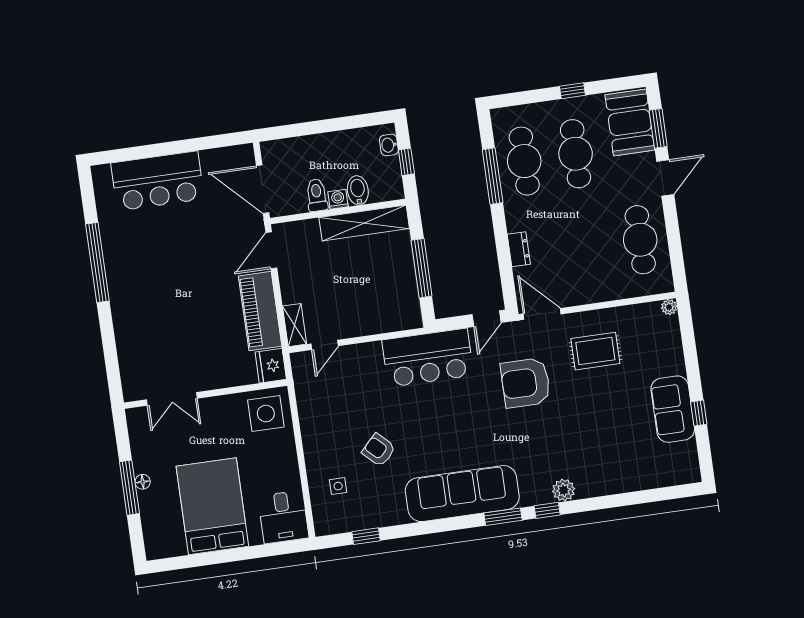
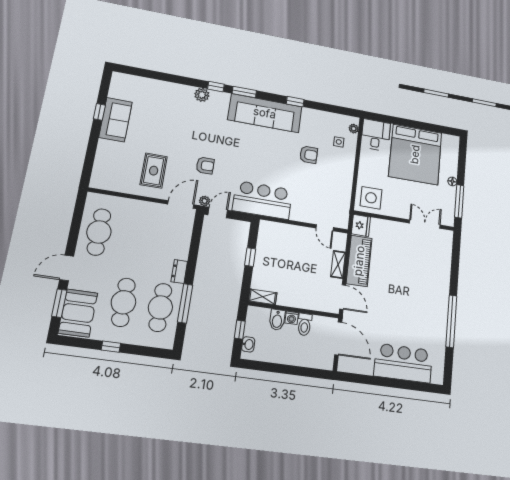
shelving: (364, 223) -> (263, 297), width x0.45, depth x0.75
dresser: (519, 249) -> (179, 272), moved
door: (271, 250) -> (343, 297), hinge flipped
window: (422, 268) -> (250, 257), width x0.46
plant: (669, 307) -> (205, 201), moved
door: (542, 314) -> (181, 204), swing flipped
shelving: (295, 325) -> (338, 264), moved
door: (325, 345) -> (325, 228), swing flipped
rug: (595, 351) -> (154, 171), turned 90
armchair: (526, 383) -> (205, 165), width x0.53, depth x0.53
armchair: (379, 450) -> (309, 155), turned -44
window: (129, 488) -> (459, 201), moved
bed: (212, 506) -> (415, 154), width x1.36
plant: (320, 516) -> (354, 129), added
window: (366, 536) -> (295, 102), moved

